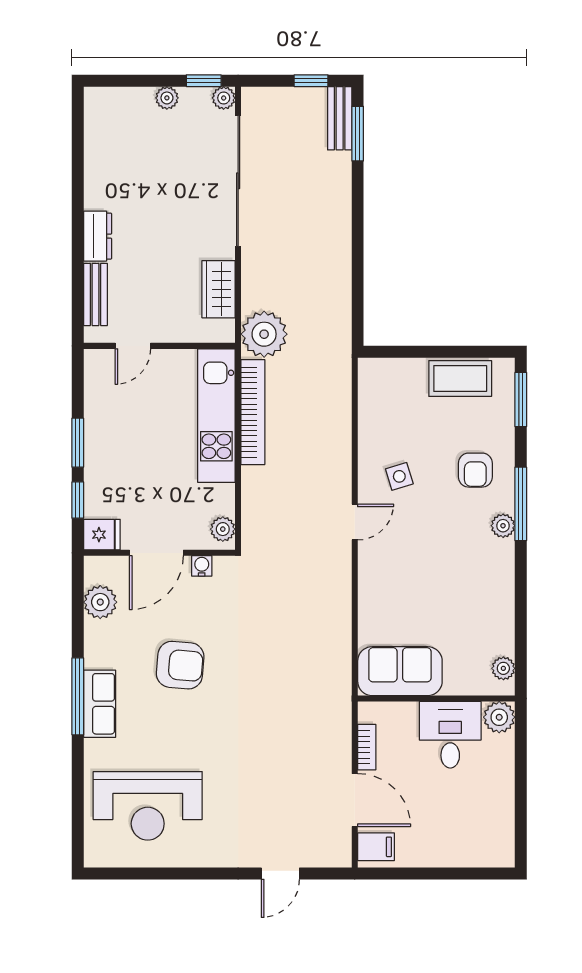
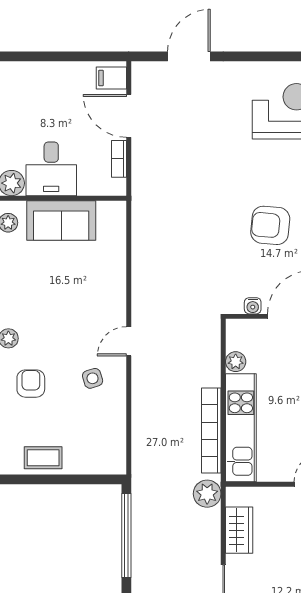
window: (358, 283) -> (126, 536), added
plant: (264, 334) -> (207, 494), width x0.73, depth x0.73
coffee table: (460, 378) -> (43, 458), width x0.73, depth x0.77
plant: (223, 529) -> (236, 362), moved
sofa: (400, 671) -> (61, 220), moved
door: (280, 873) -> (189, 56), width x1.38

